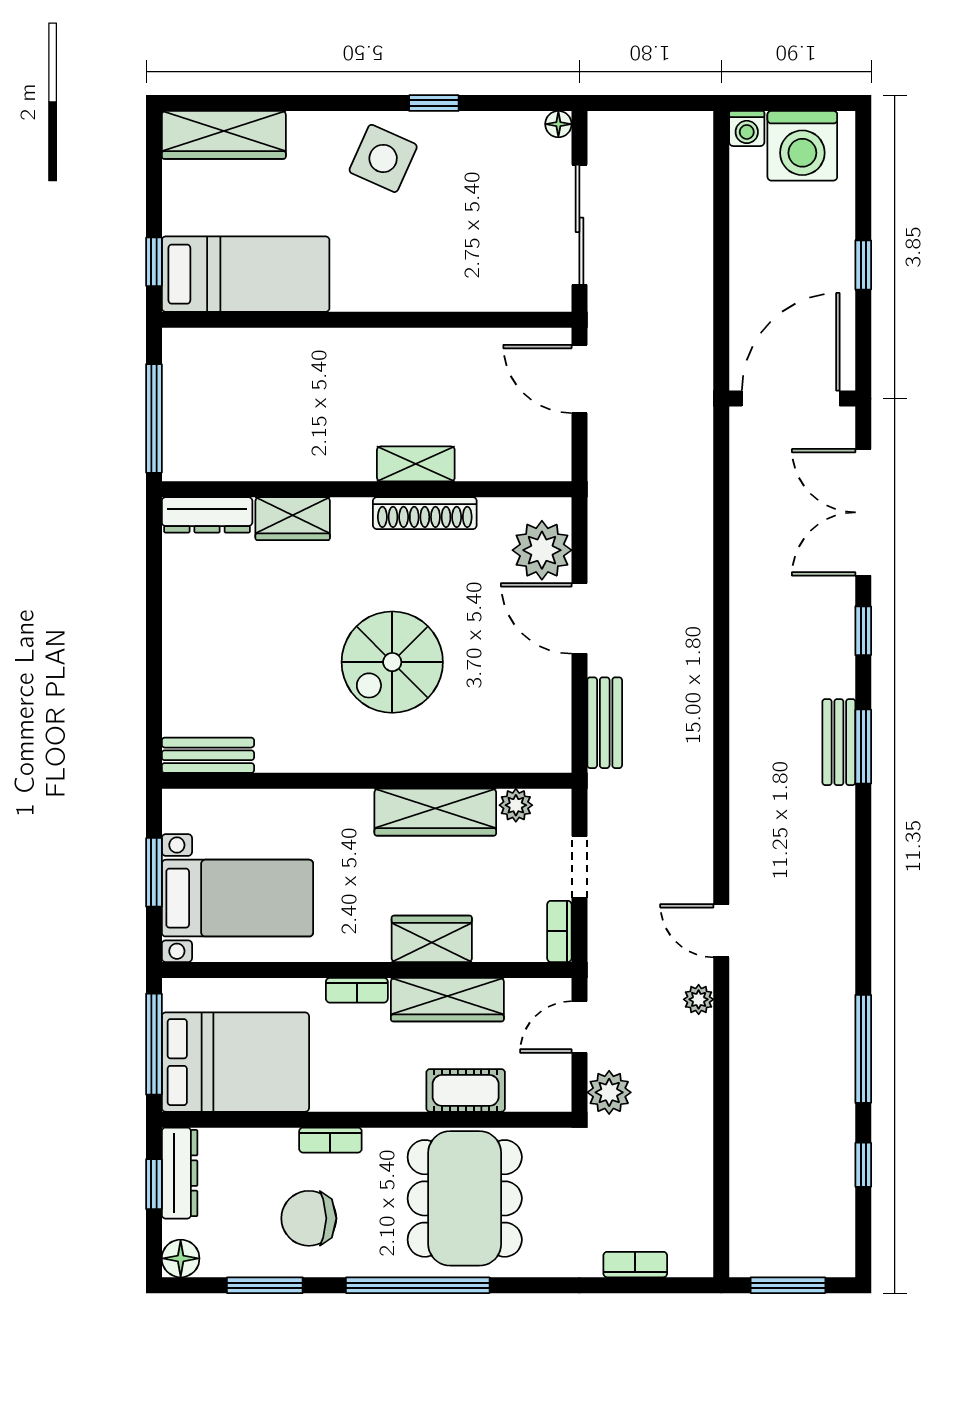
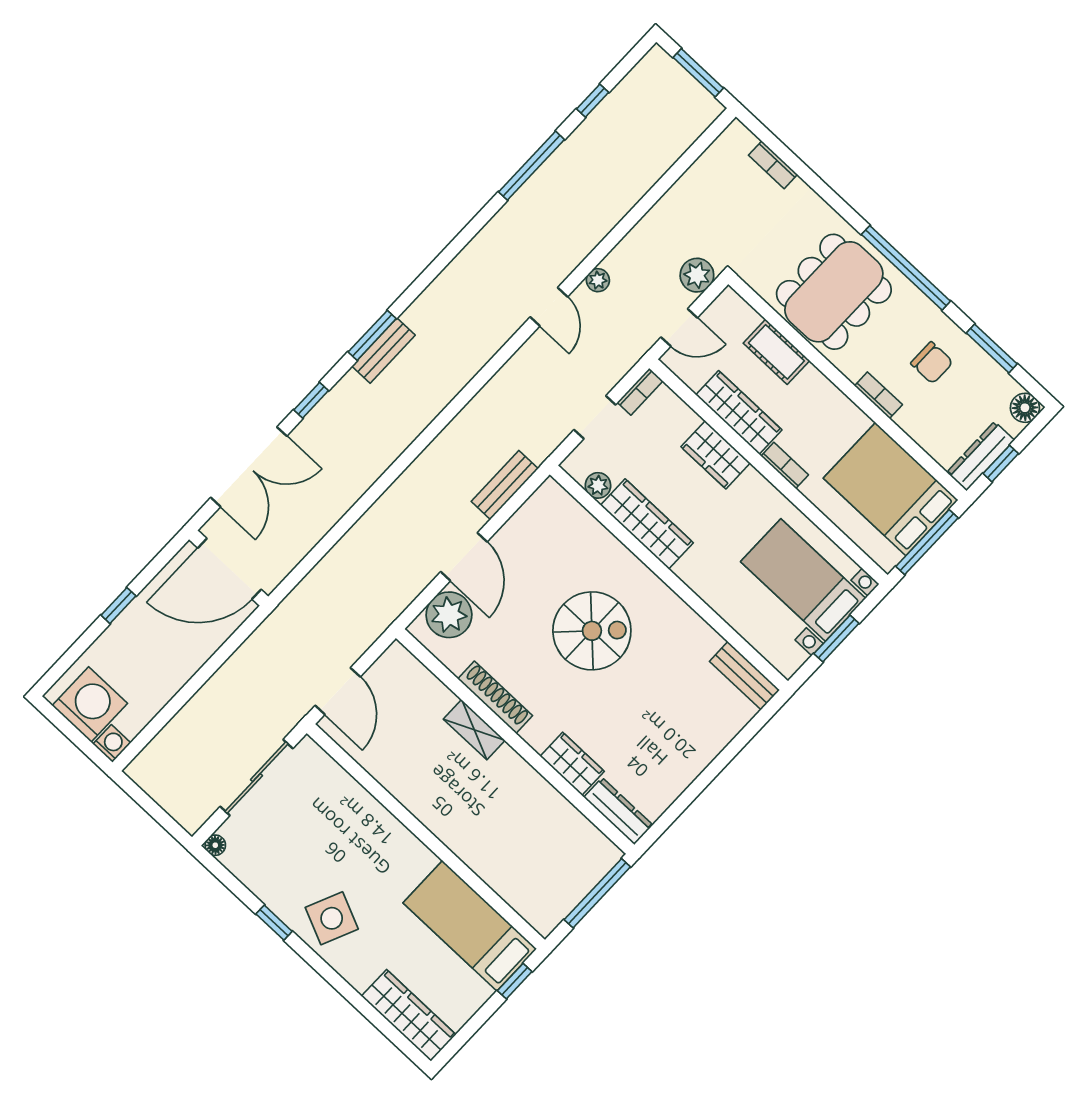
chair: (309, 1218) -> (932, 363), width x0.73, depth x0.73

